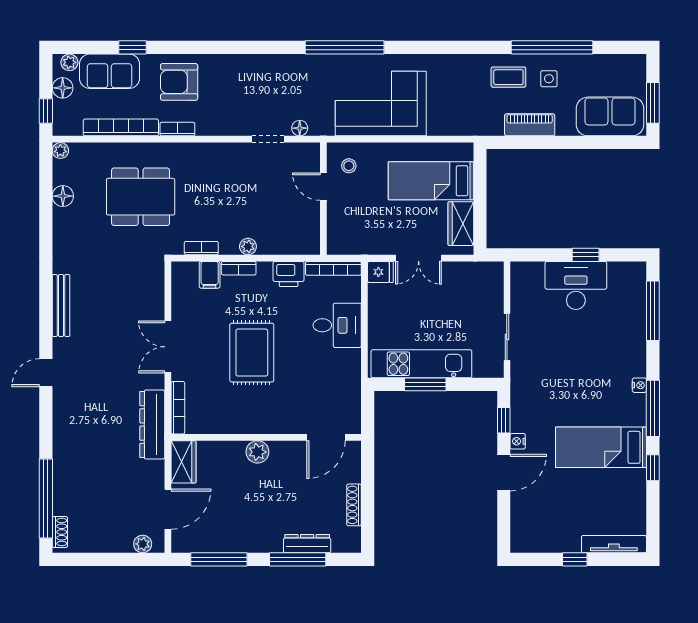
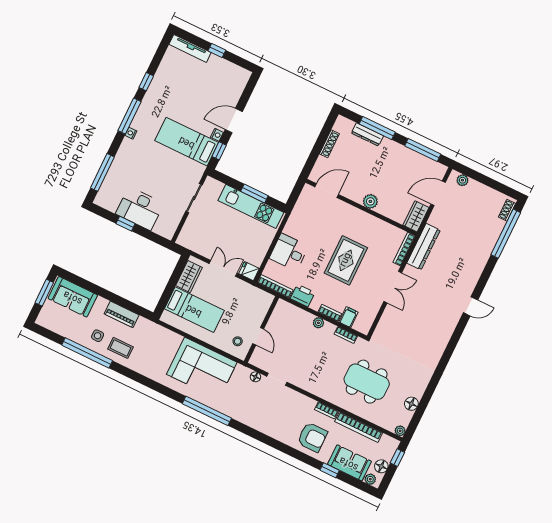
bench: (61, 305) -> (443, 341), removed
bed: (601, 447) -> (187, 142), moved, turned 180

